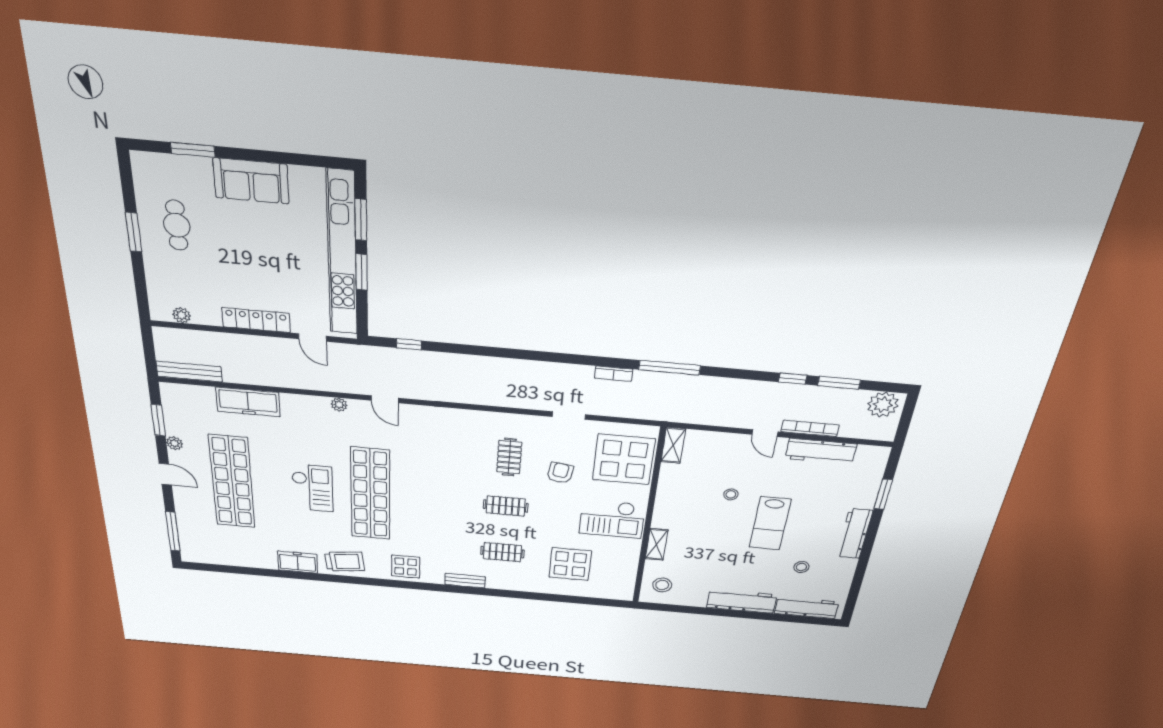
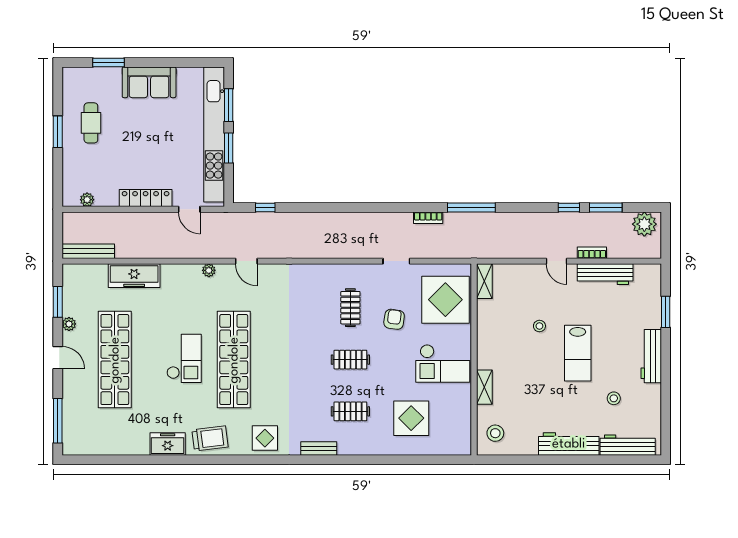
bookcase: (810, 428) -> (592, 253), width x0.64

